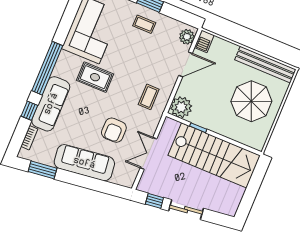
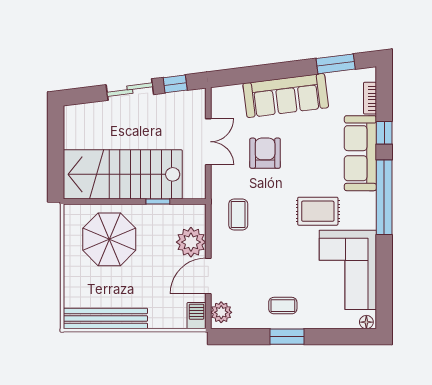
parasol: (251, 101) -> (109, 239), moved
plant: (181, 107) -> (191, 242), moved

